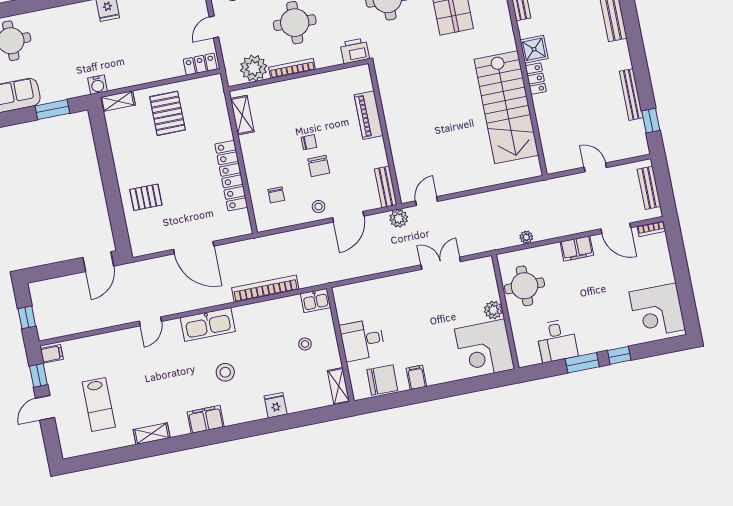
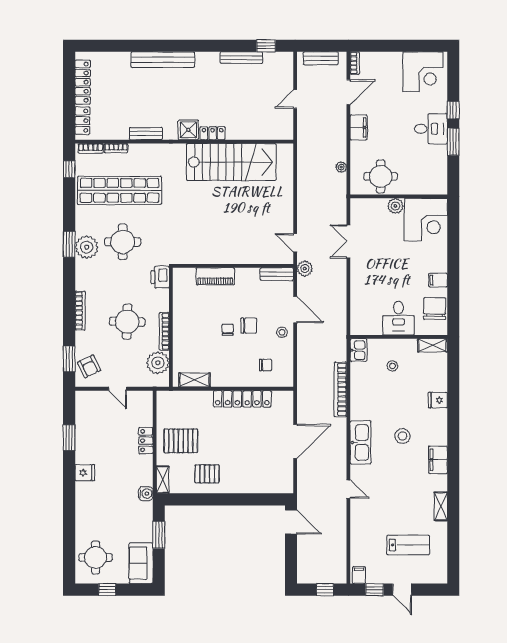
locker: (200, 64) -> (146, 441), moved
pallet: (146, 197) -> (207, 474), moved, turned 90
desk: (557, 341) -> (431, 129), moved

